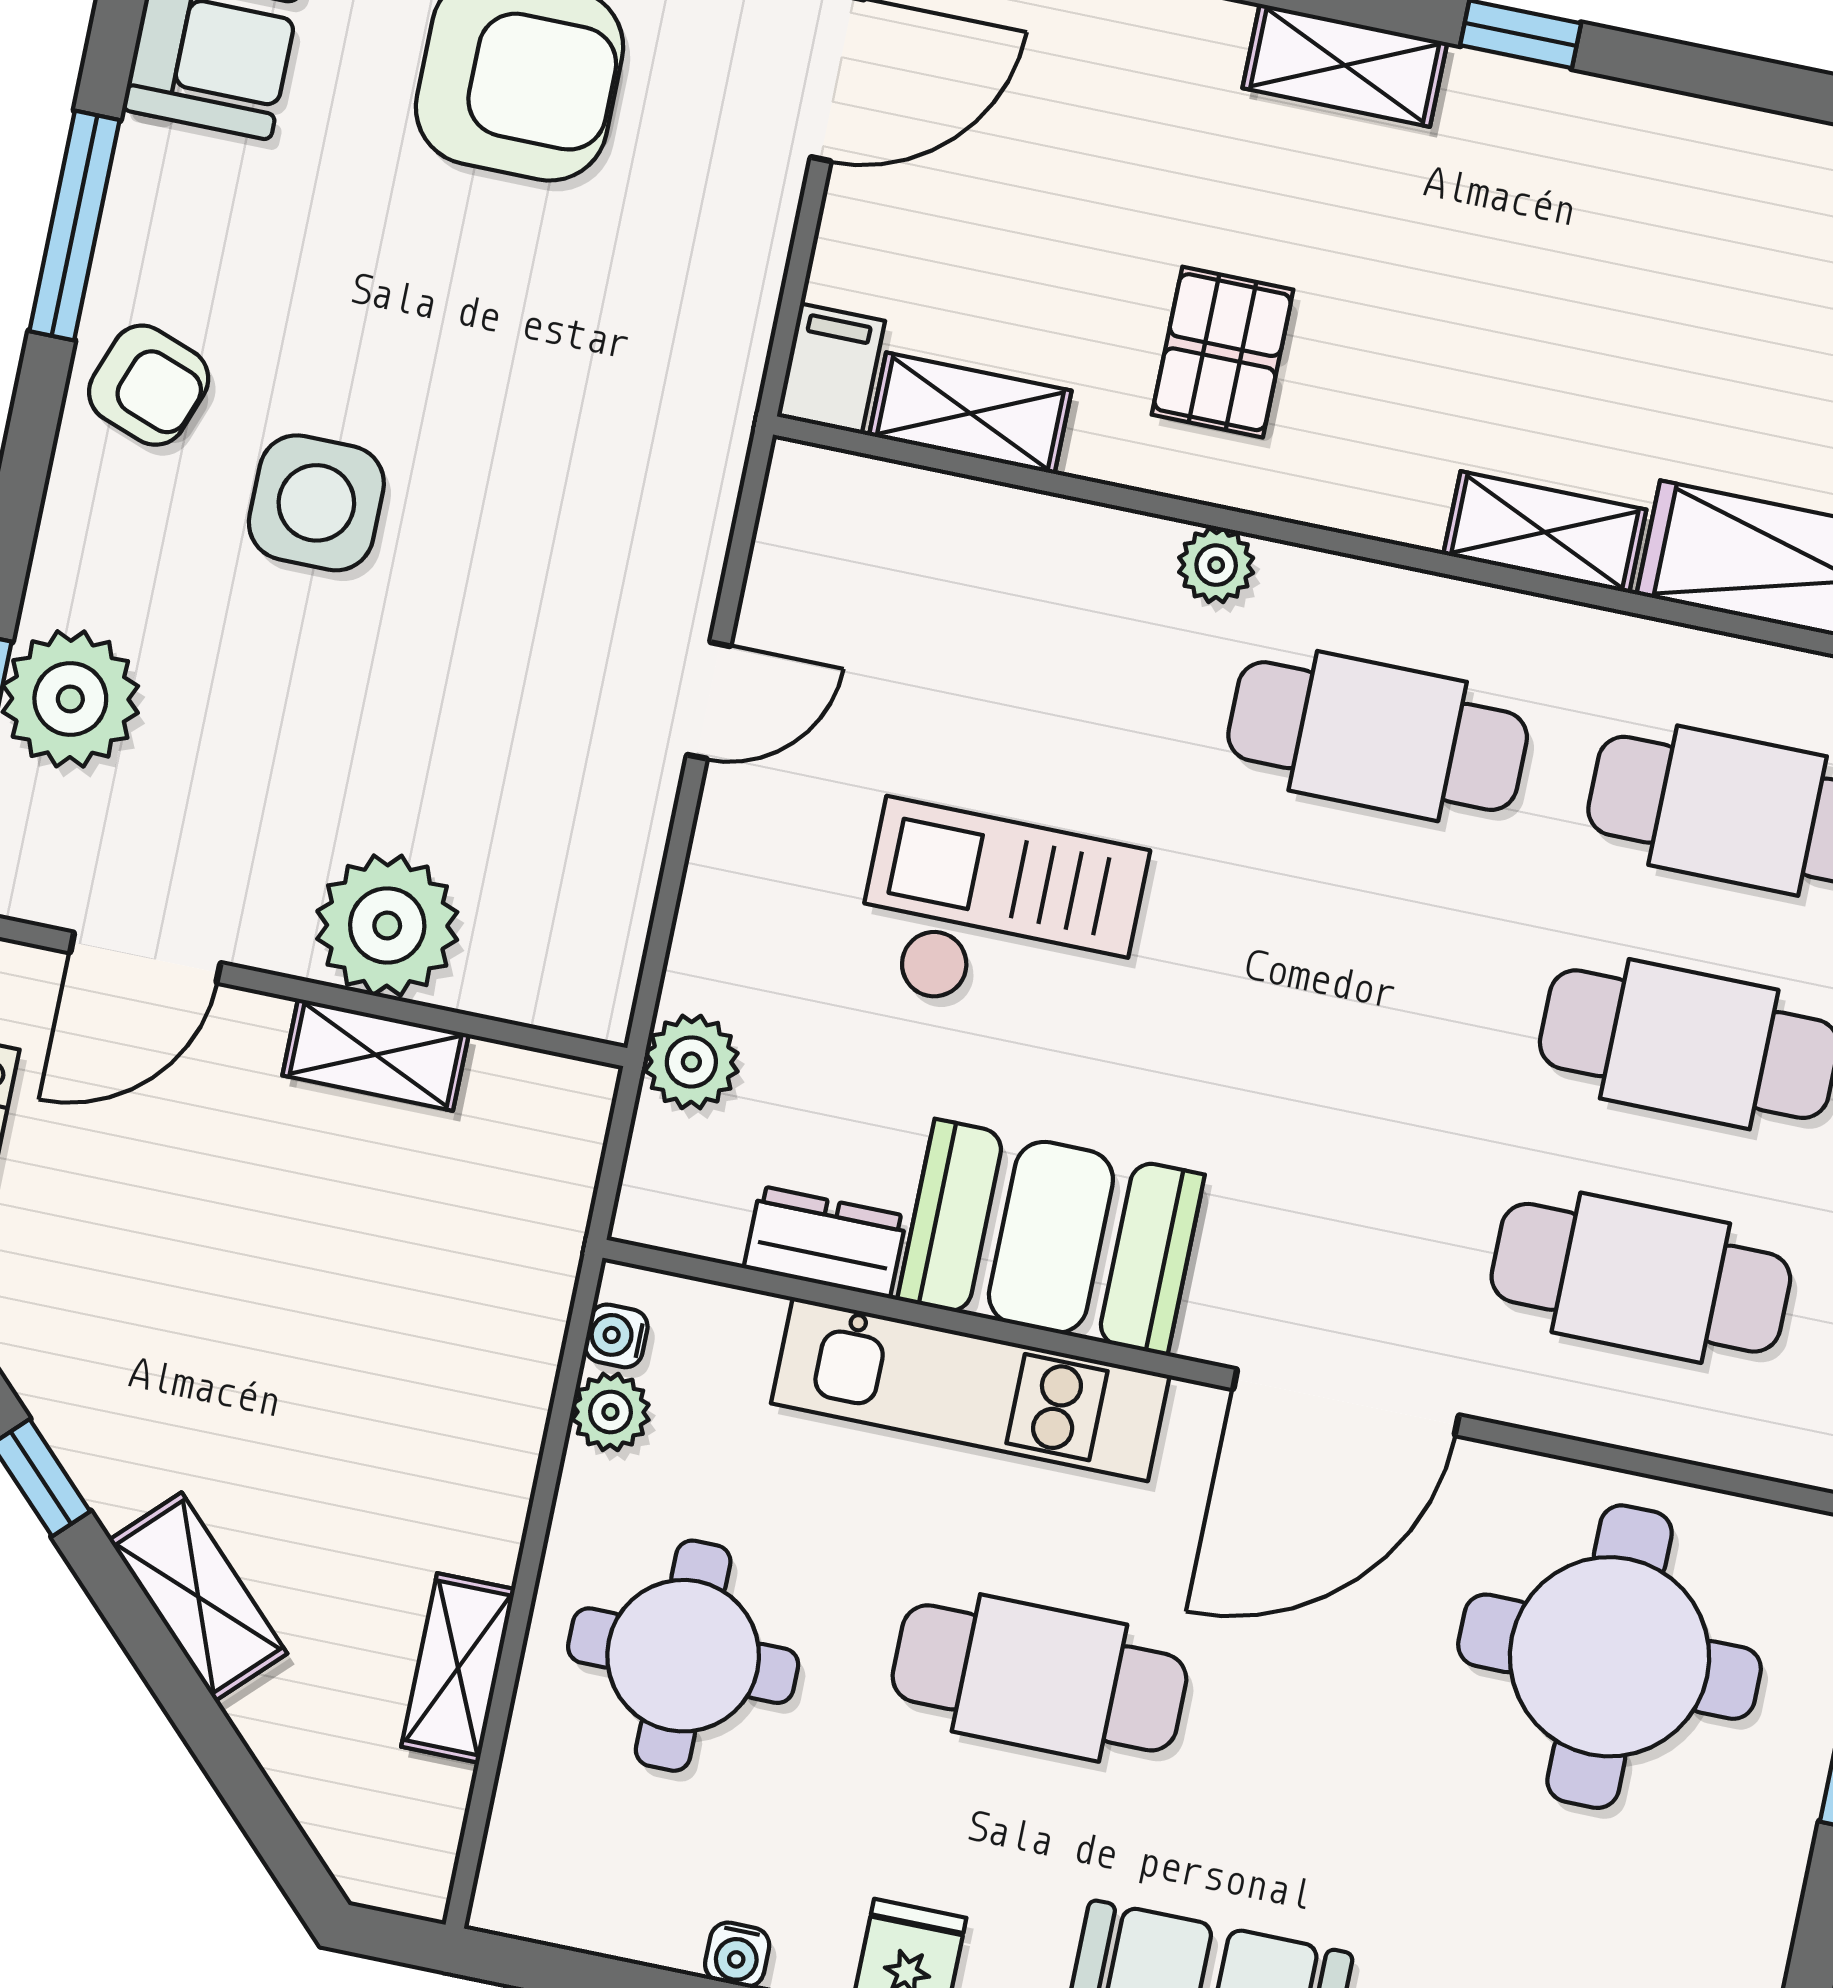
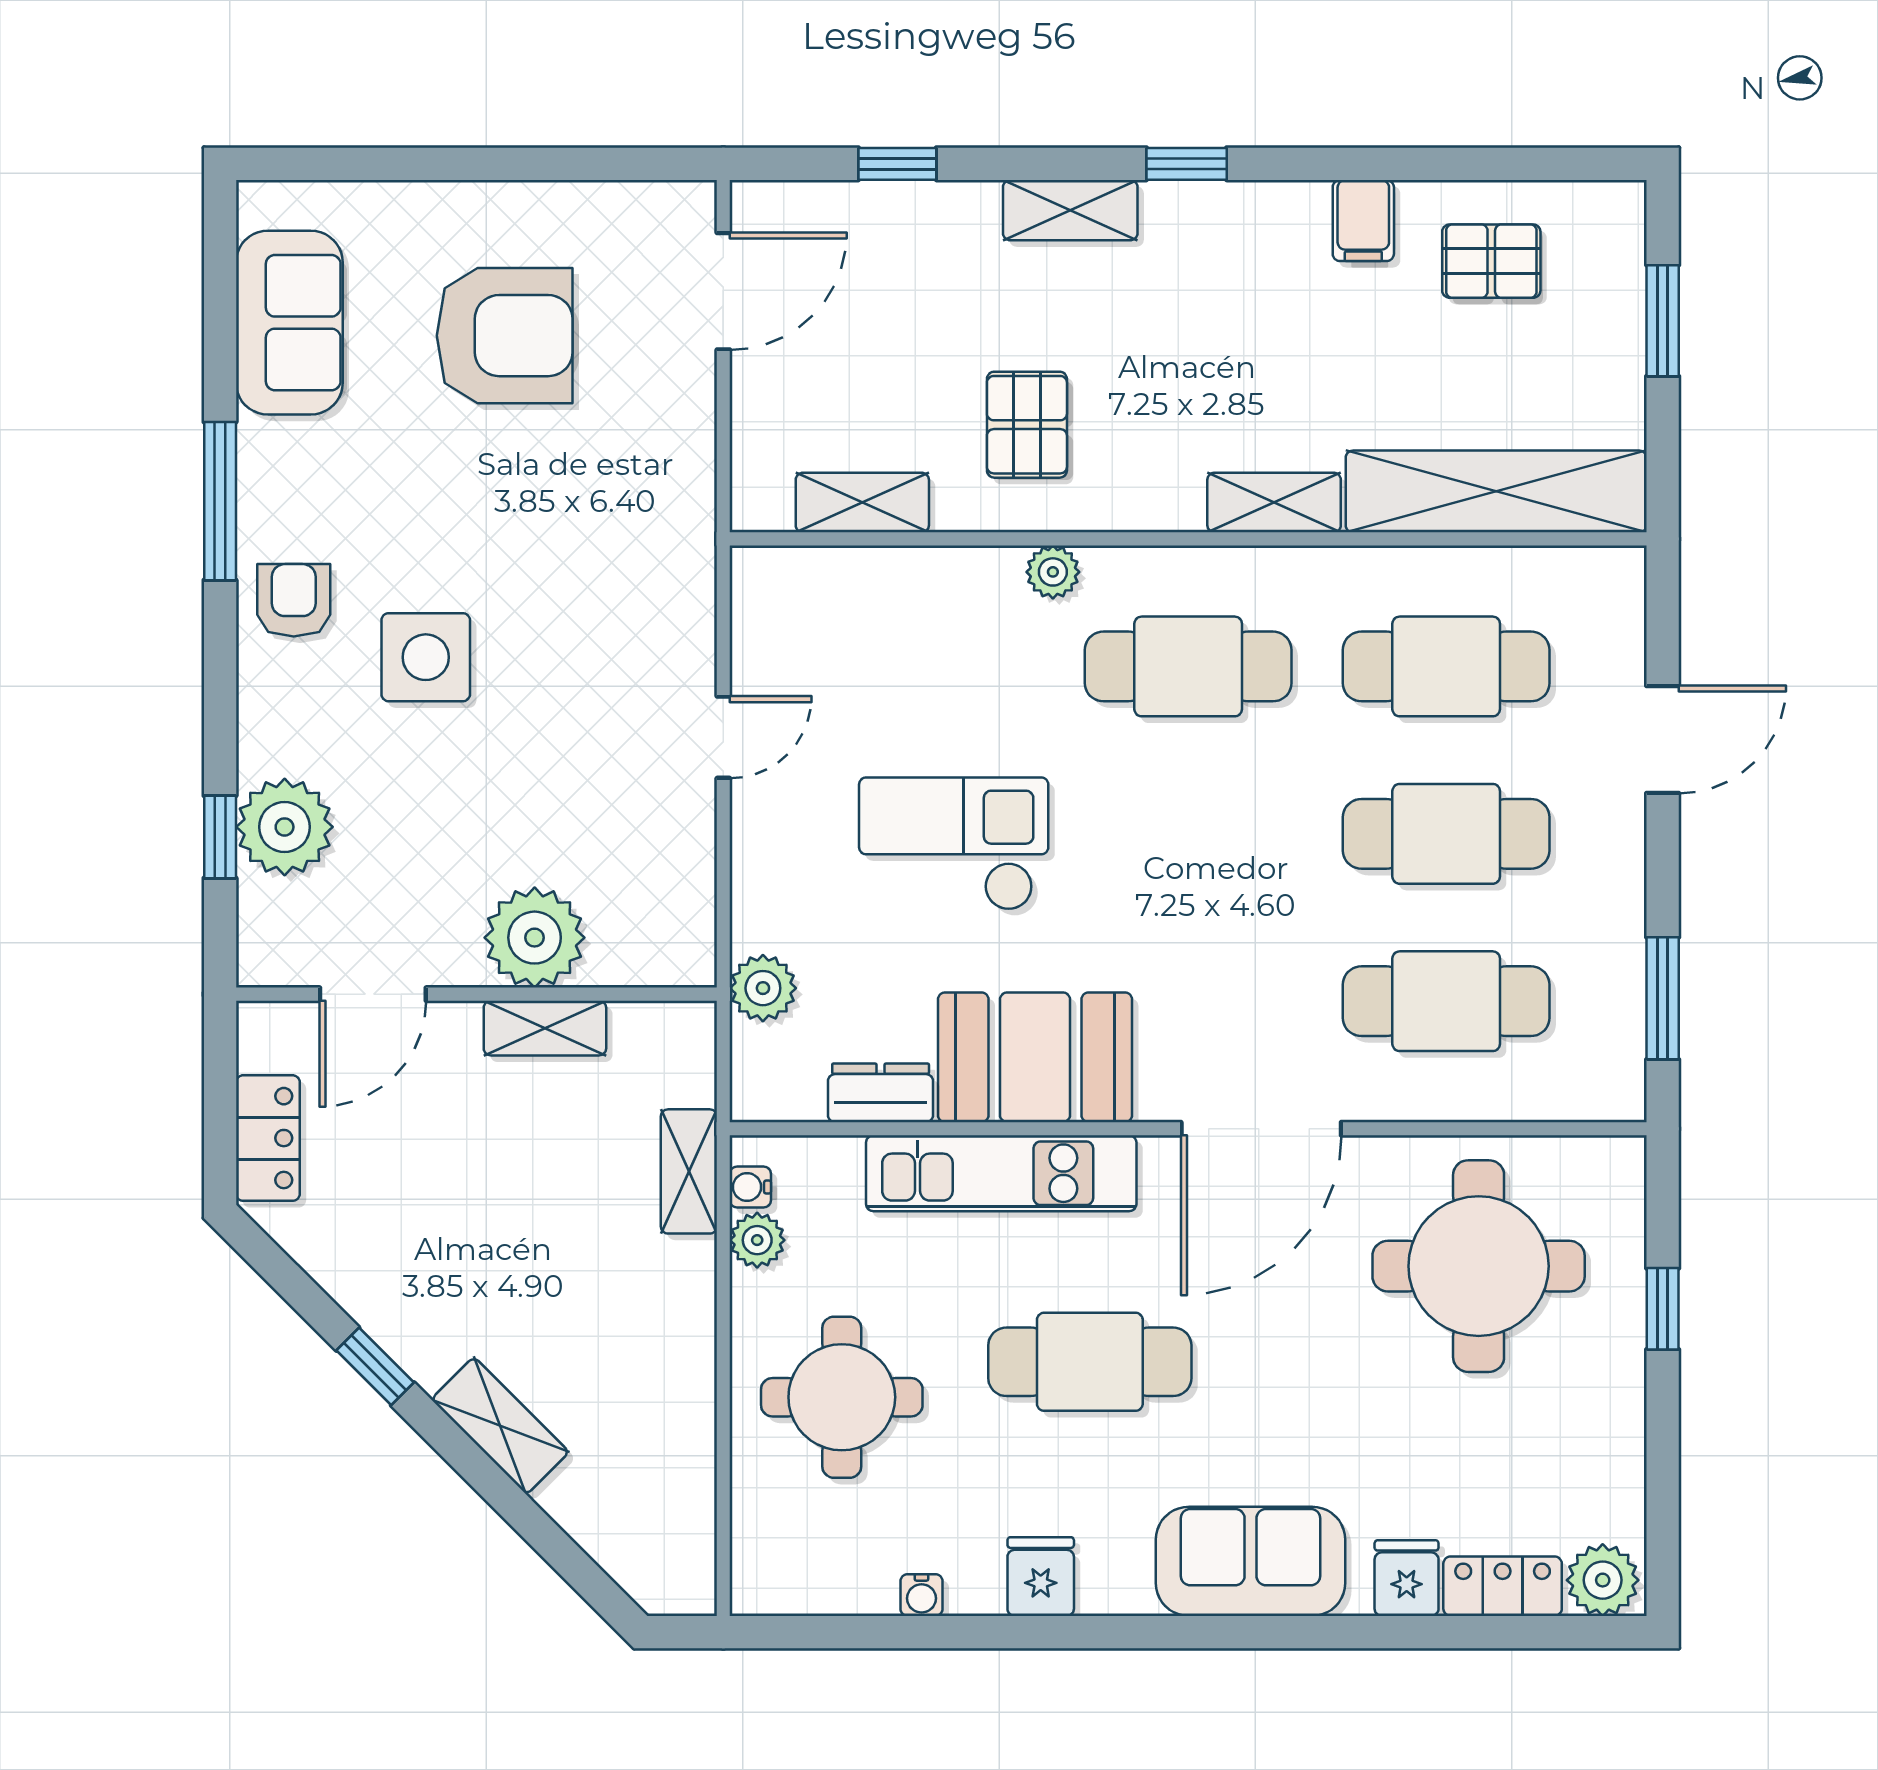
filing cabinet: (831, 369) -> (1363, 221), moved, turned 180
armchair: (149, 385) -> (294, 600), turned -110
shelving: (458, 1668) -> (689, 1171), moved

